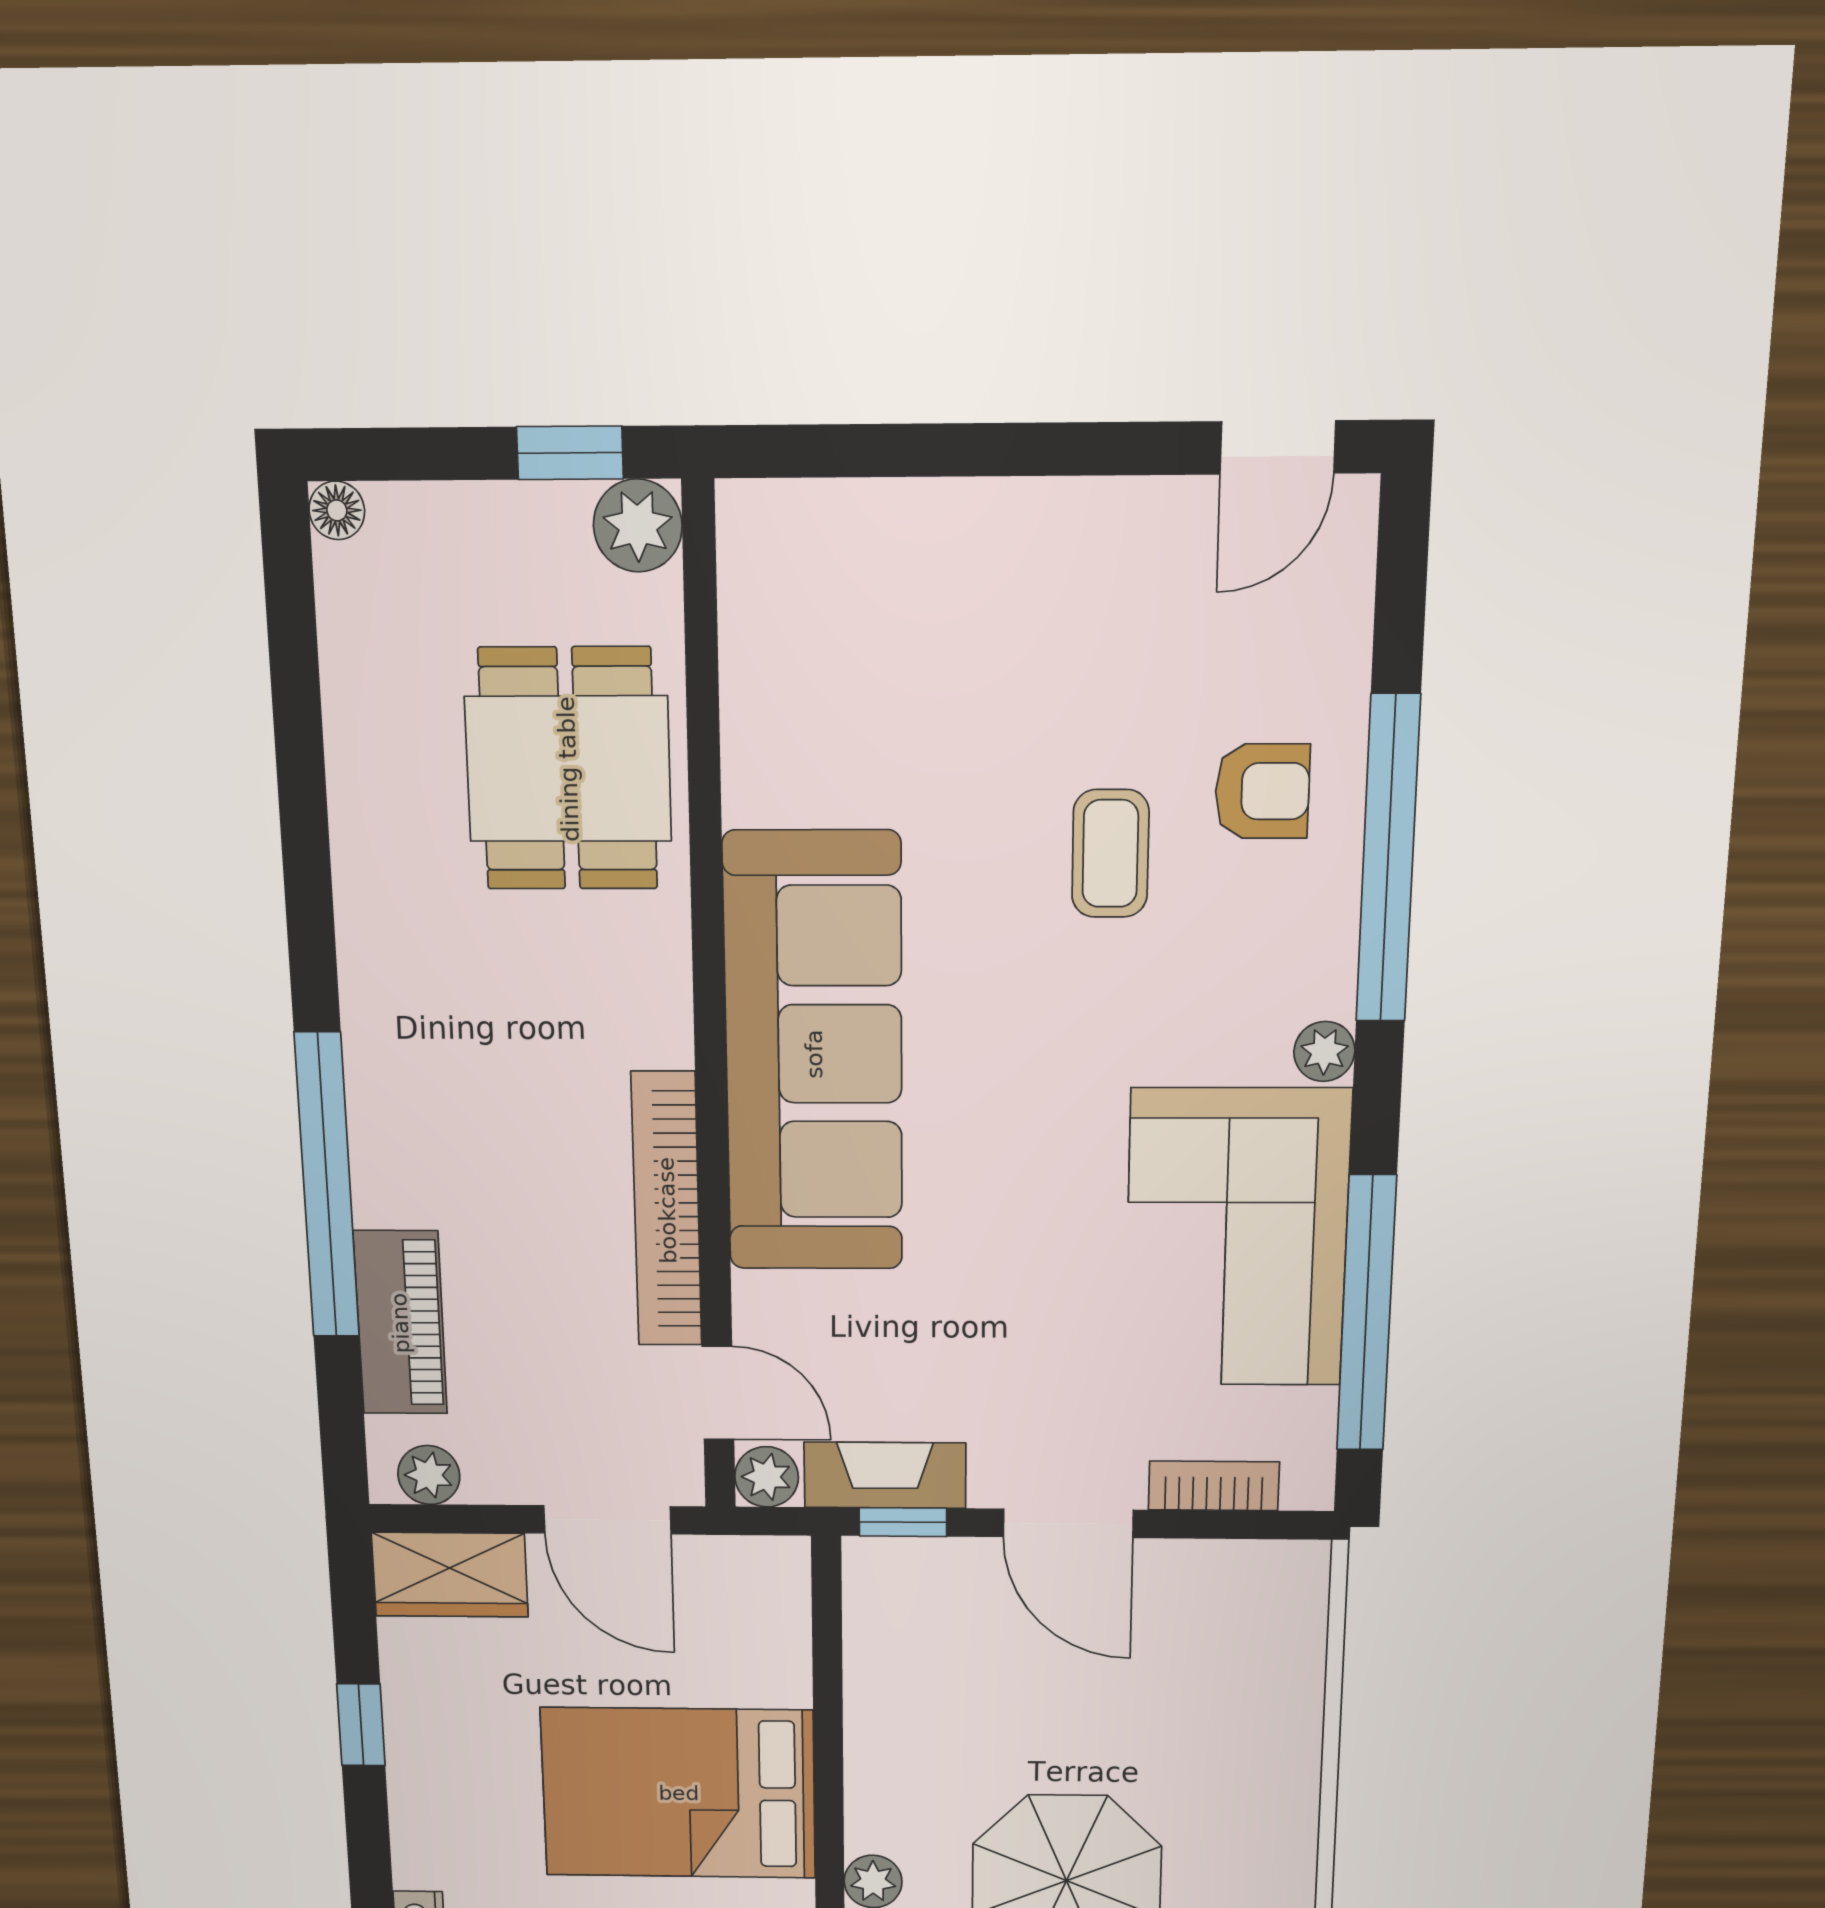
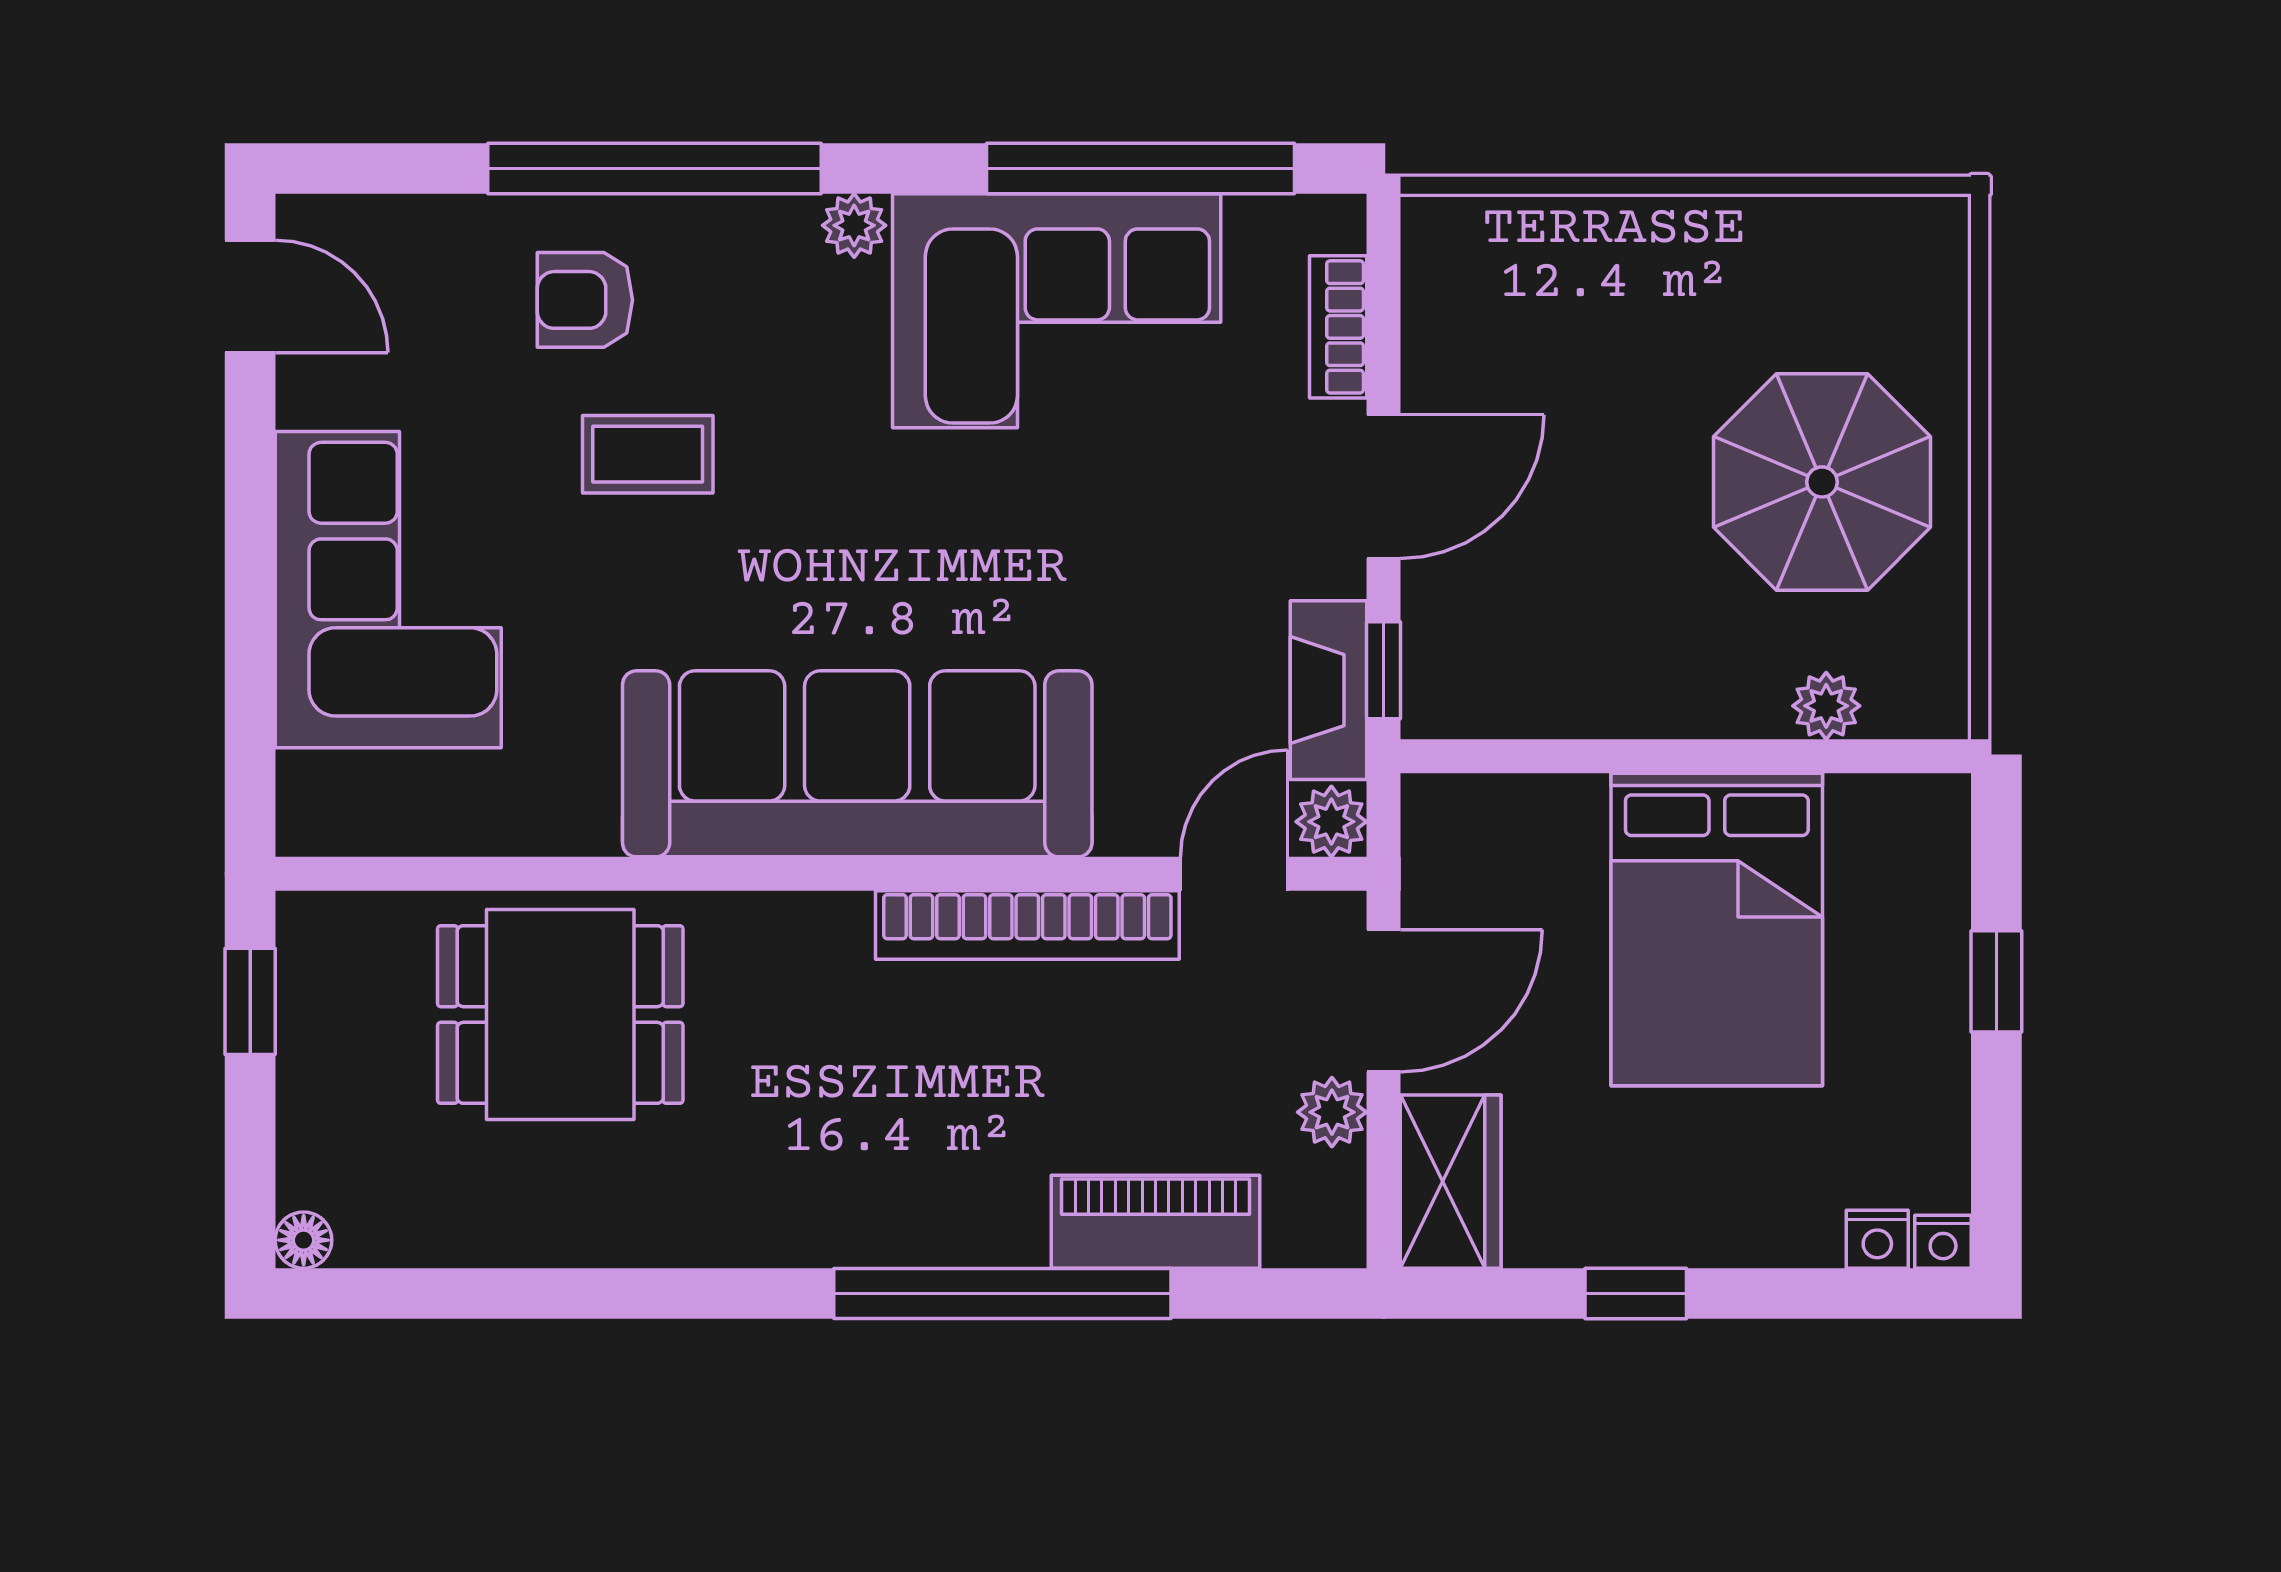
plant: (638, 526) -> (320, 935), removed
corner sofa: (981, 594) -> (388, 590), added
armchair: (1262, 791) -> (585, 300), turned -90
plant: (429, 1475) -> (1332, 1112), moved

